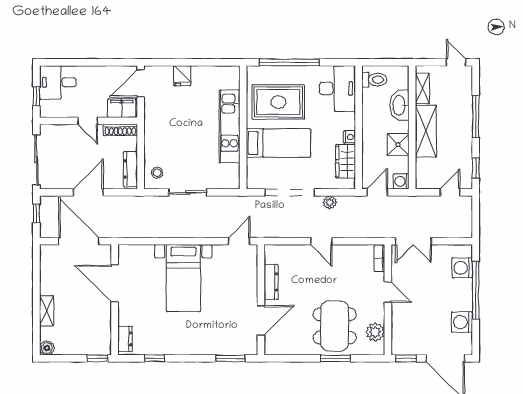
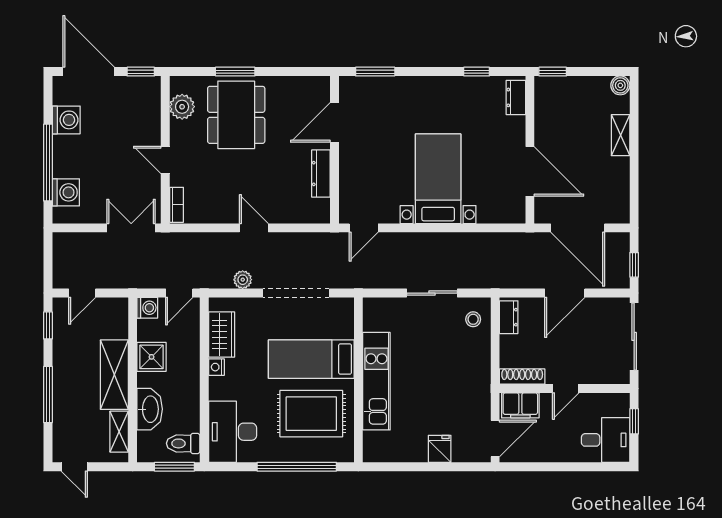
window: (381, 62) -> (174, 467), added
door: (88, 121) -> (566, 389), swing flipped
dresser: (130, 169) -> (509, 317), width x0.70

